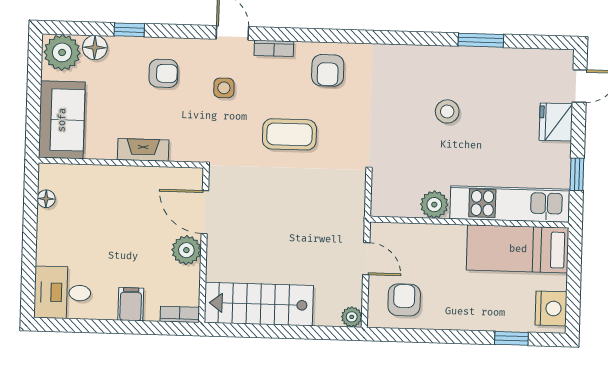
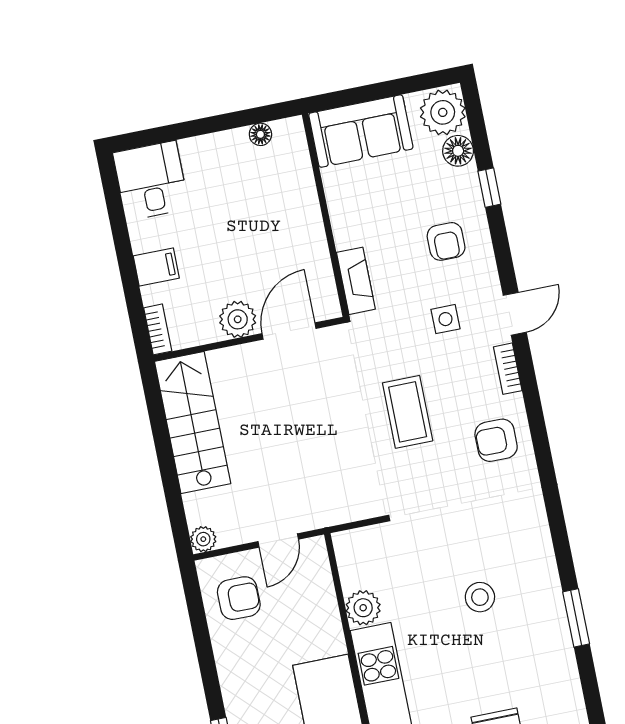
fireplace: (143, 150) -> (356, 281), moved

